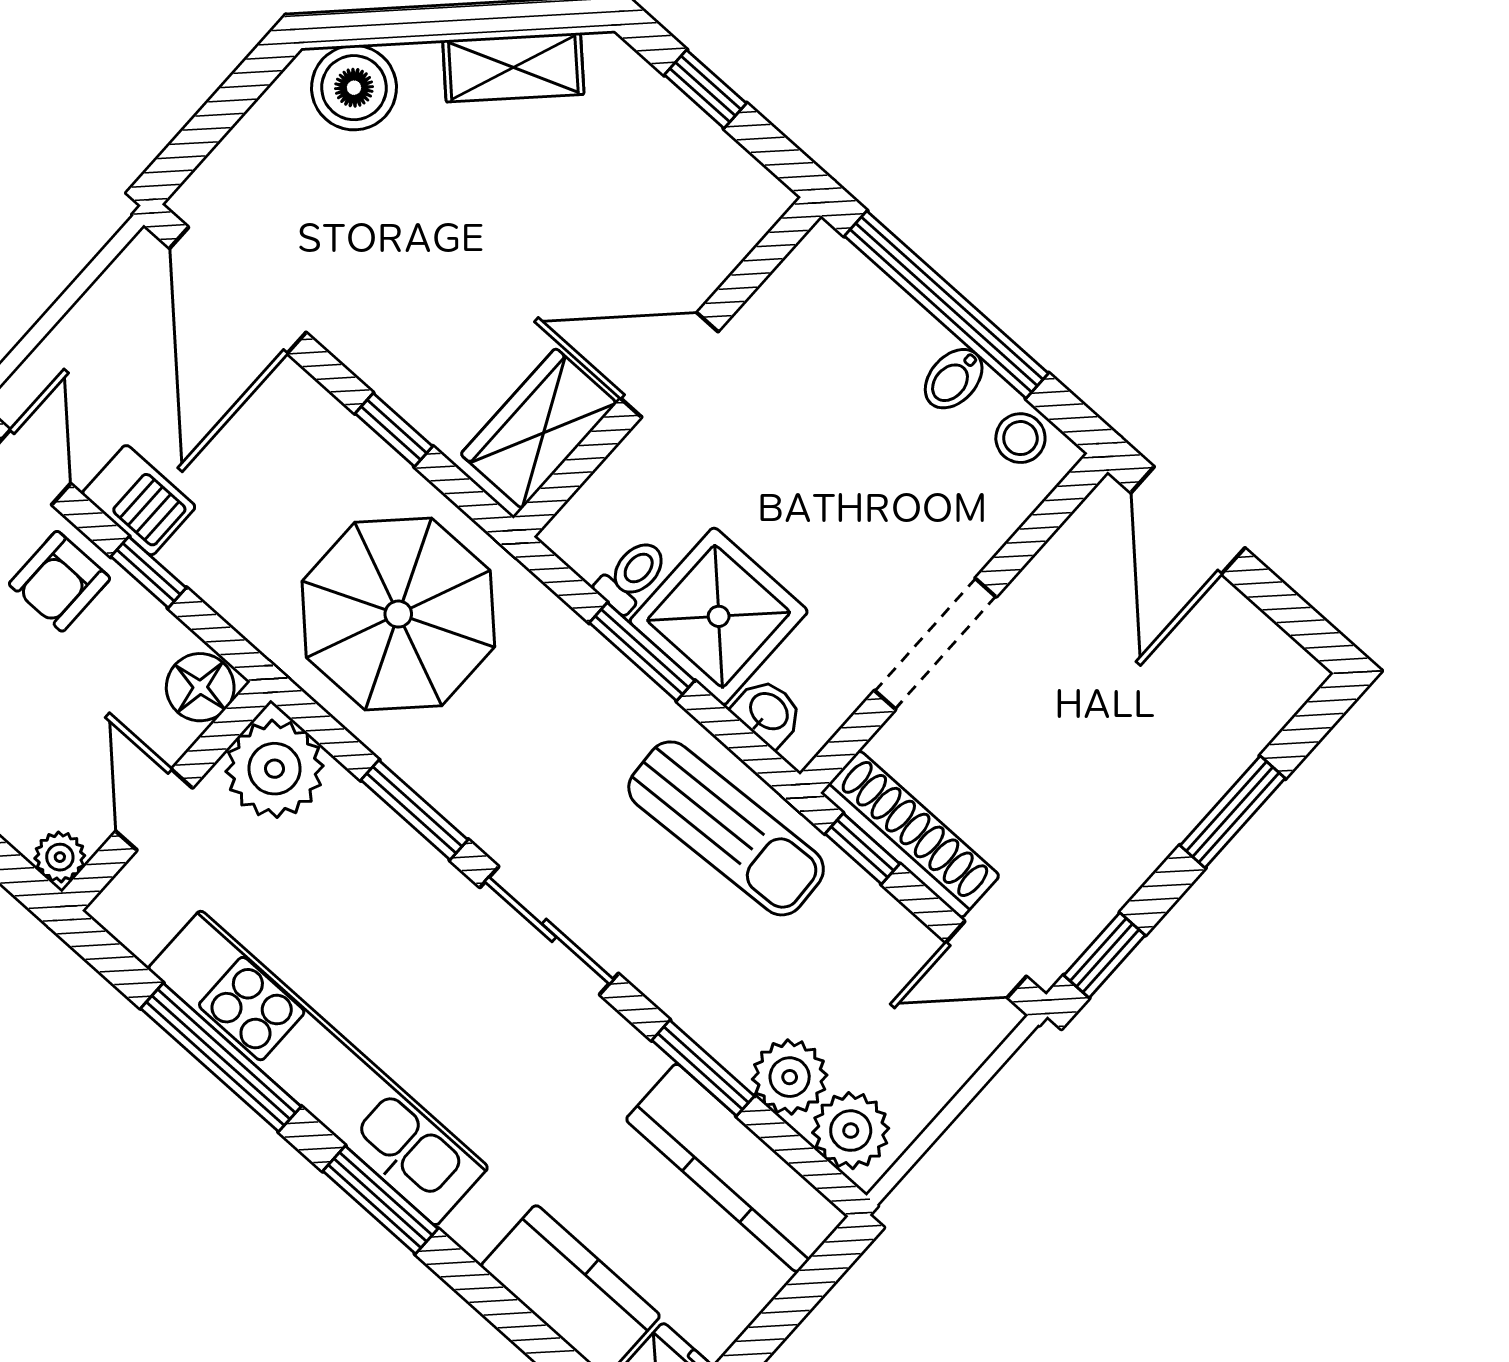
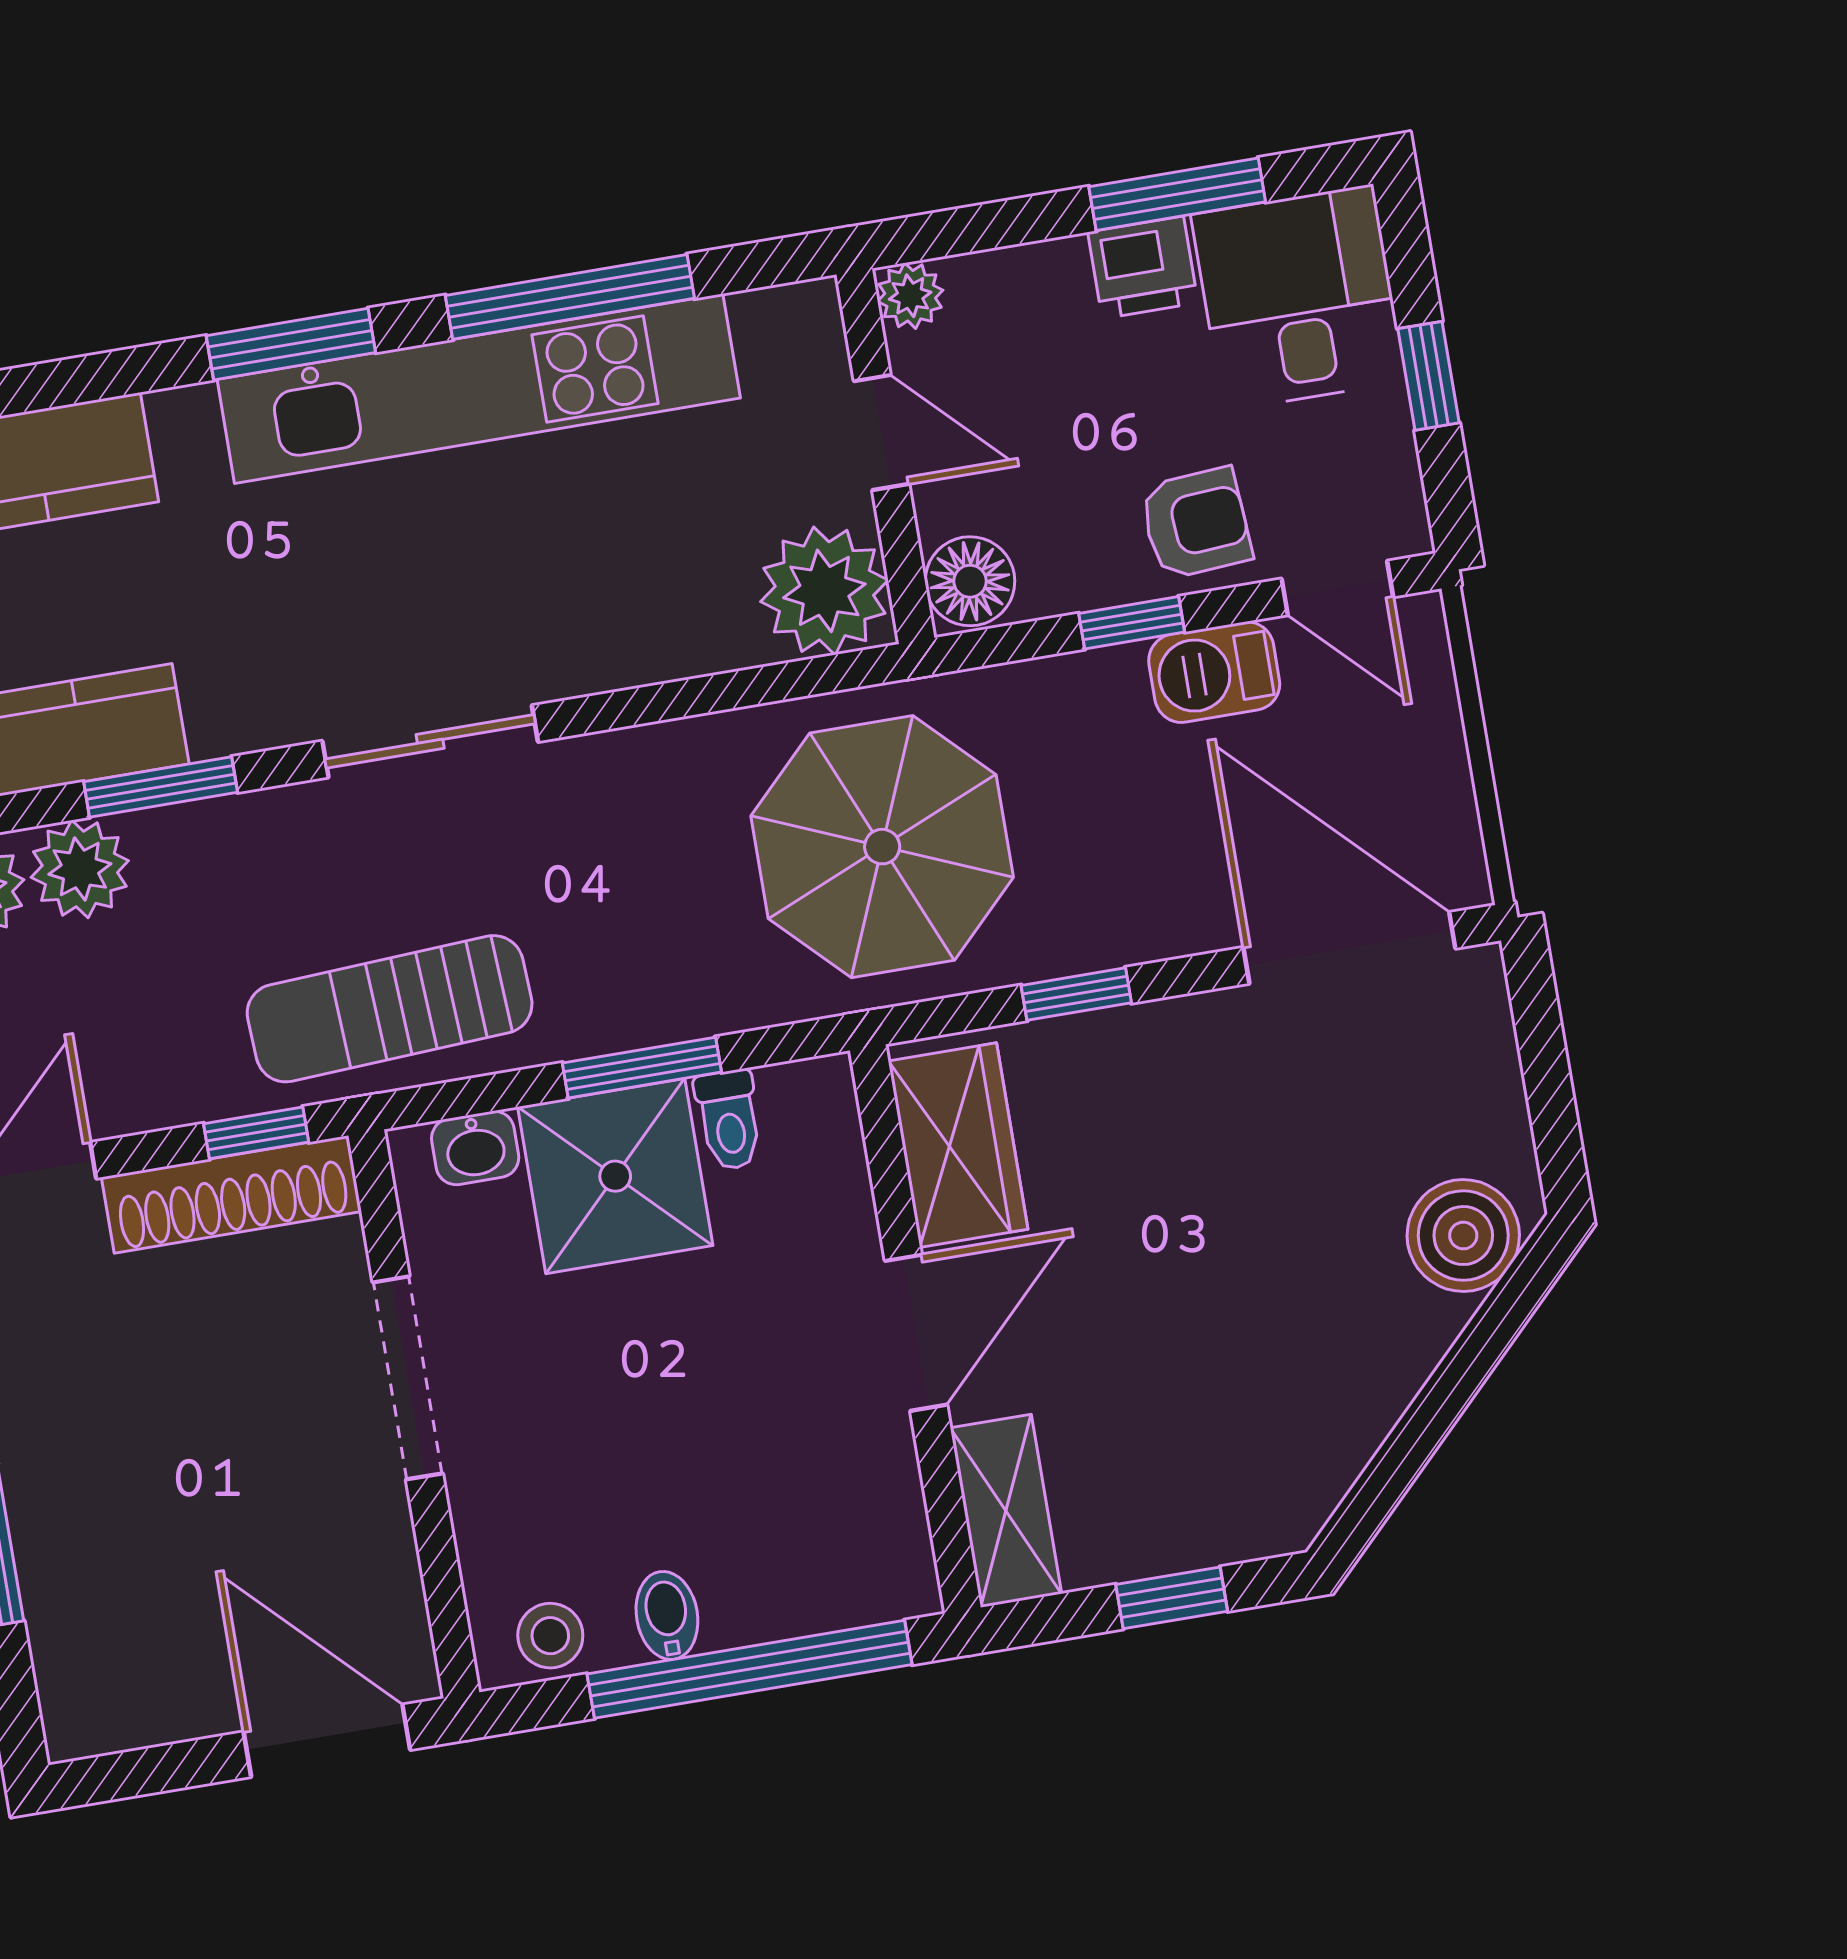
shelving: (513, 67) -> (1006, 1511), moved, turned -45
armchair: (60, 581) -> (1196, 523), turned 86
window: (414, 810) -> (666, 701), removed

